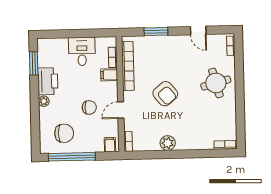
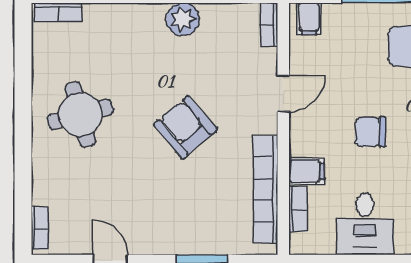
round table: (216, 83) -> (80, 115), moved
chair: (89, 107) -> (370, 132), moved

